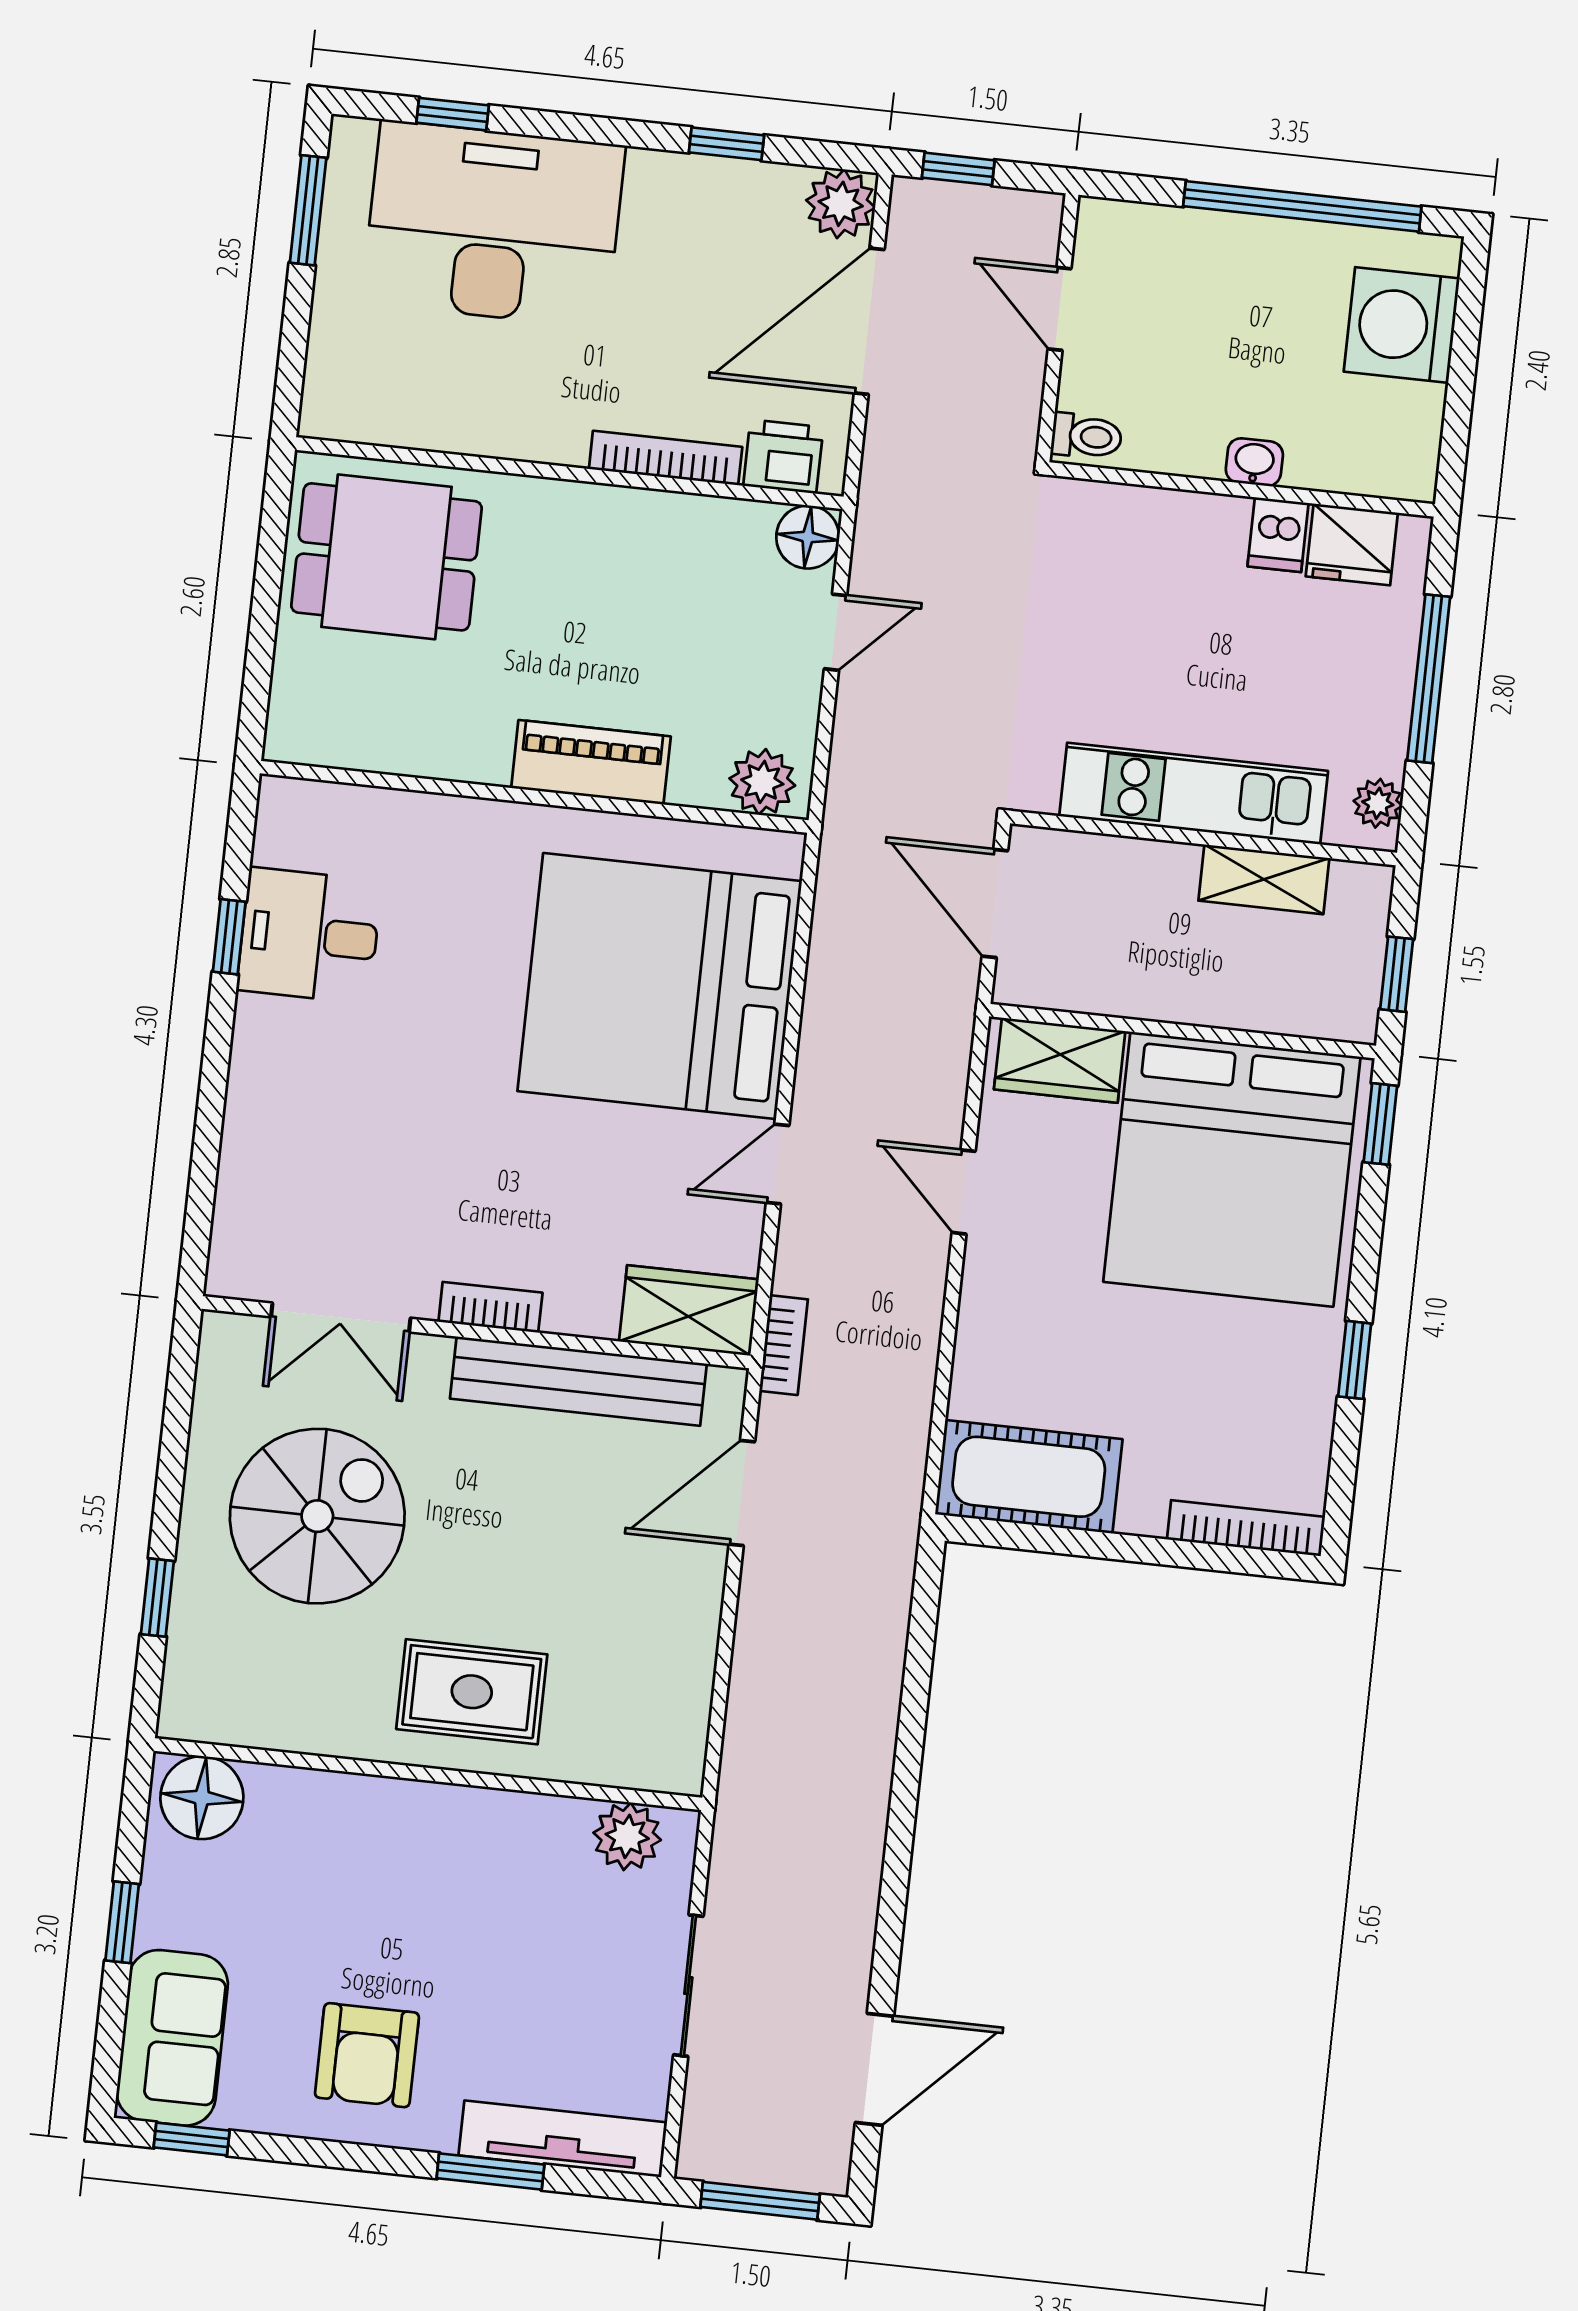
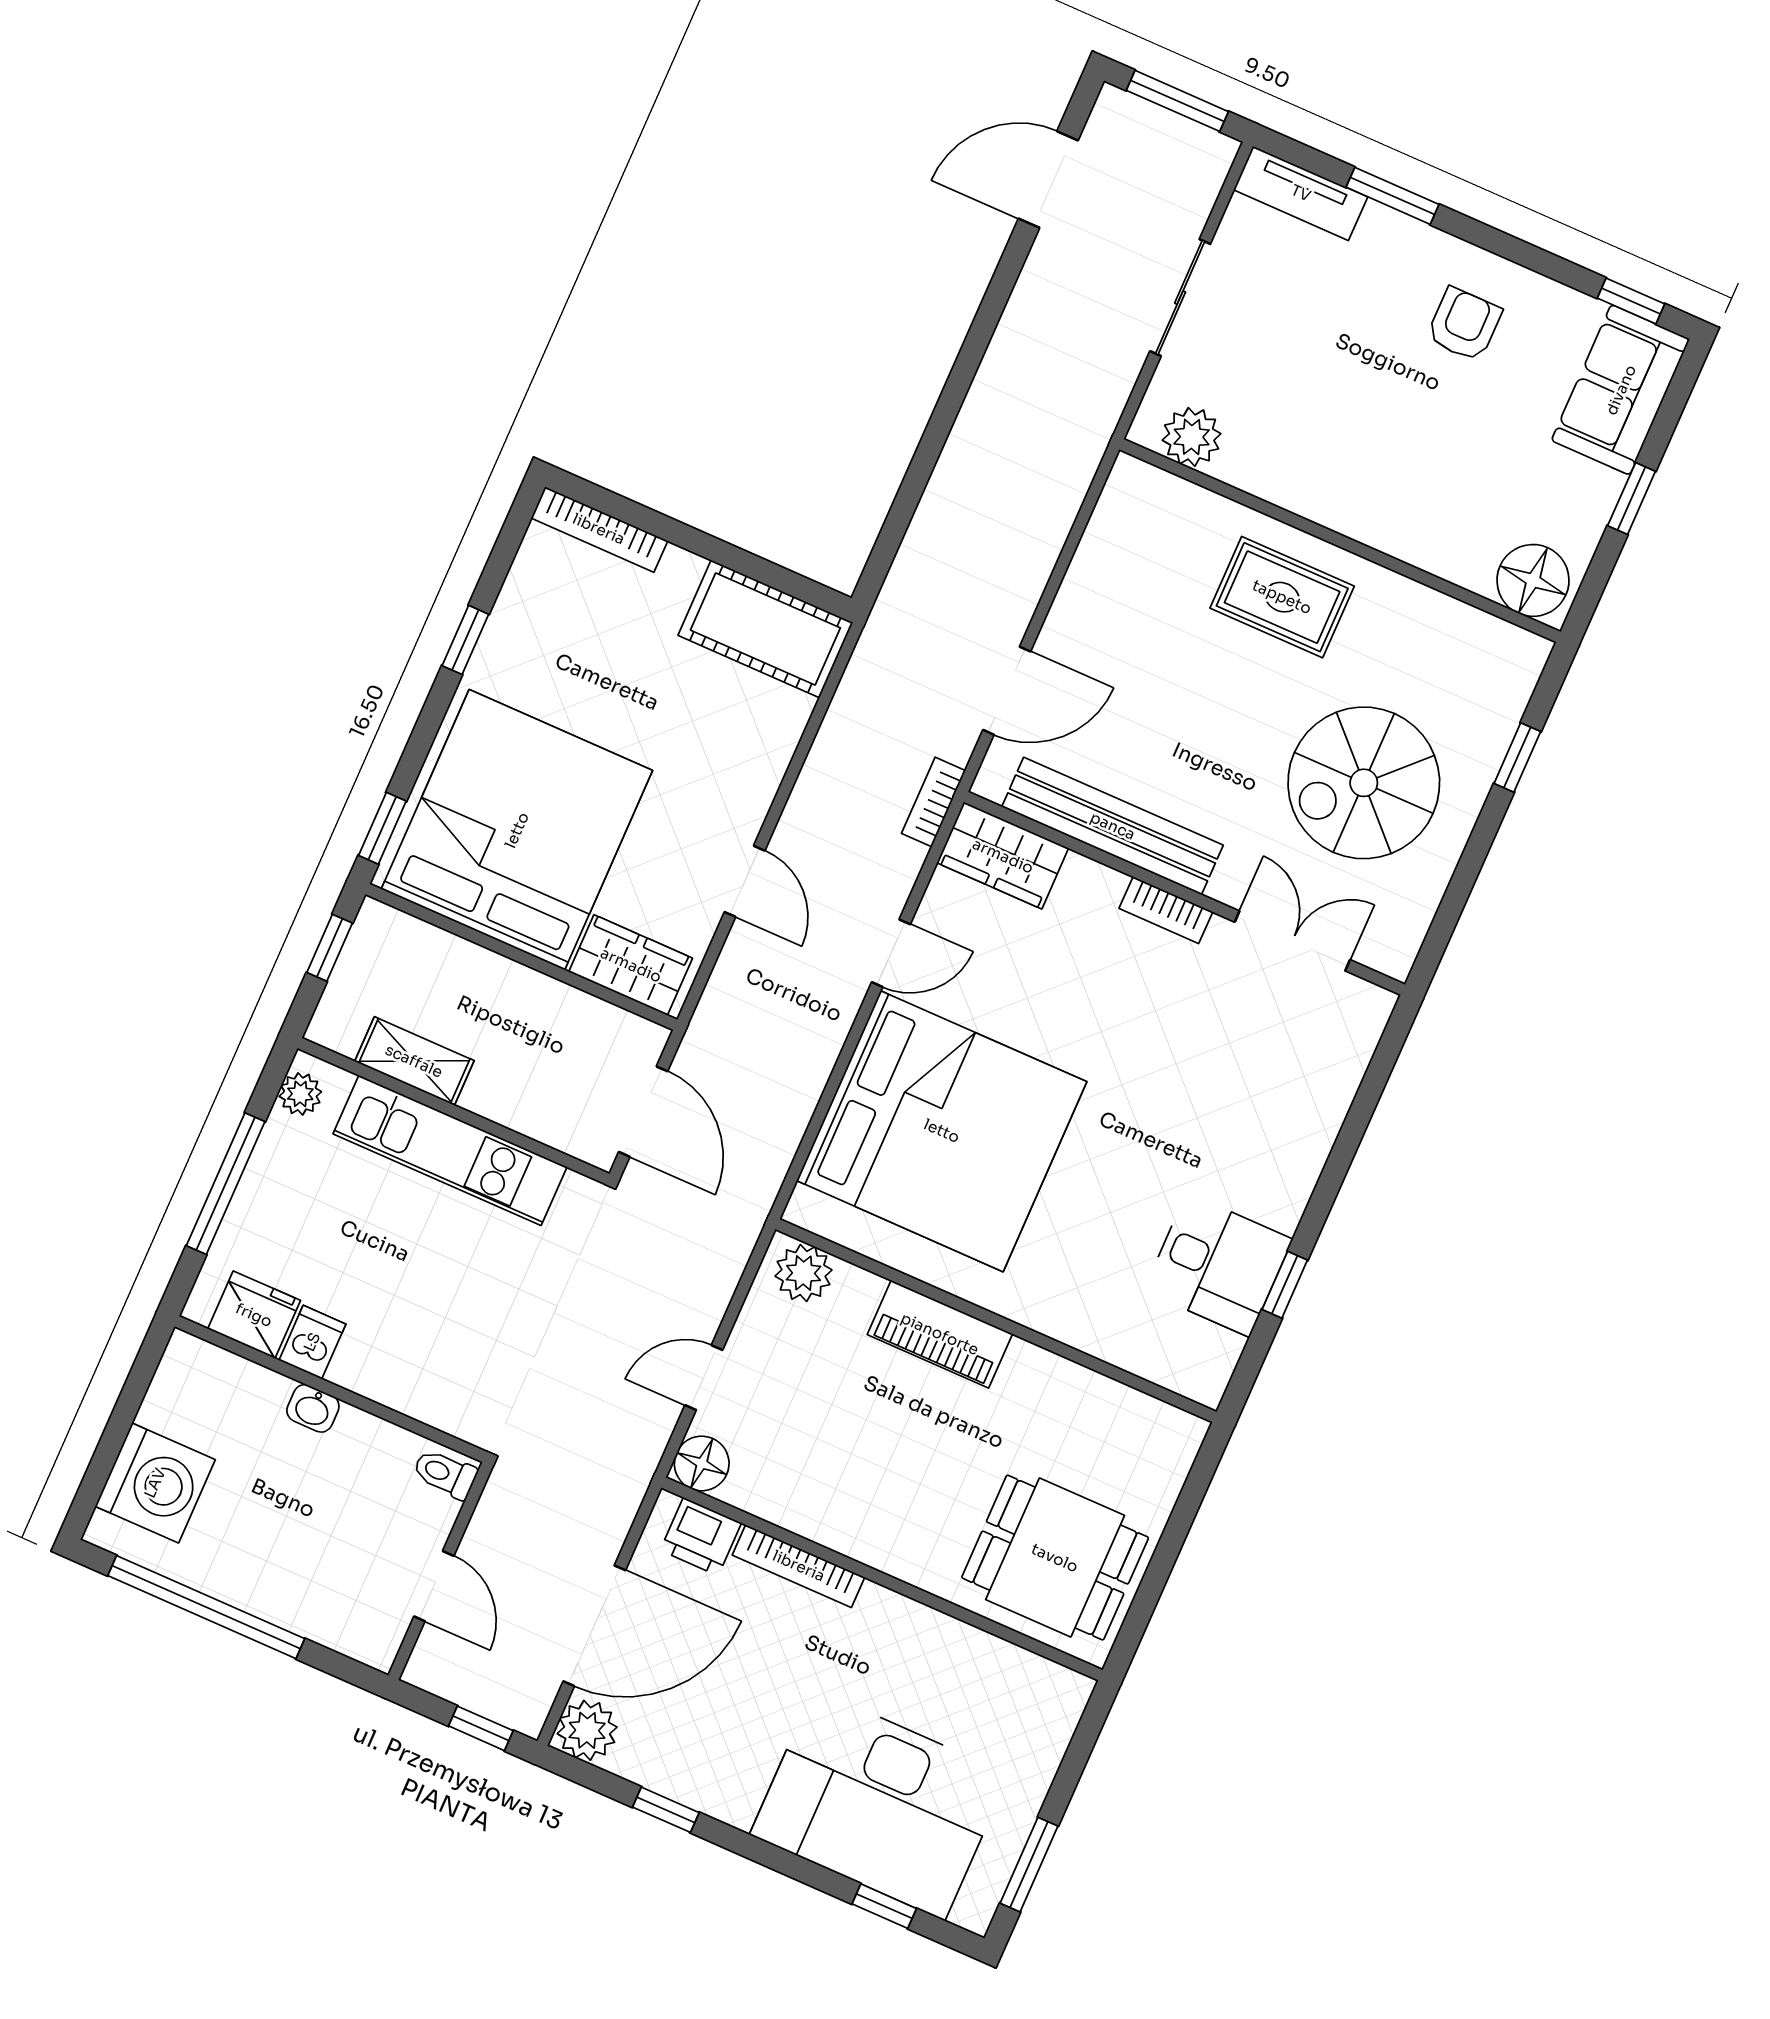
armchair: (367, 2055) -> (1464, 324), width x0.72, depth x0.72
tv unit: (563, 2139) -> (1301, 193), width x0.71

